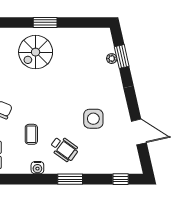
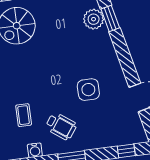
plant: (112, 59) -> (94, 19), width x1.88, depth x1.88

